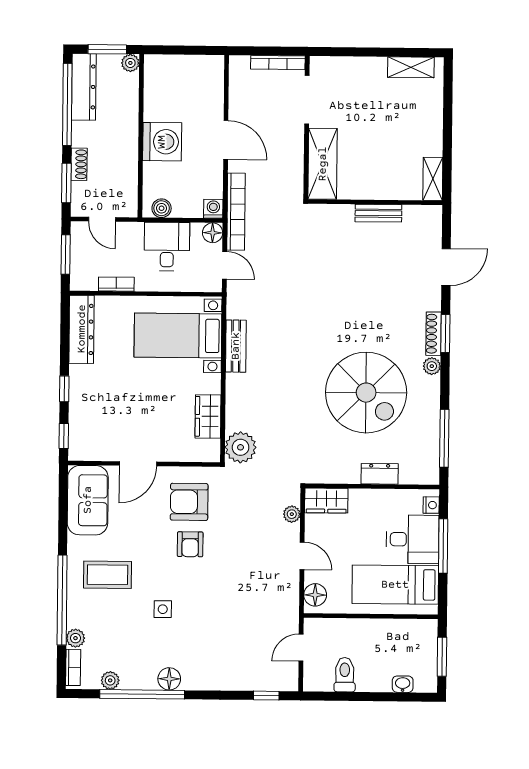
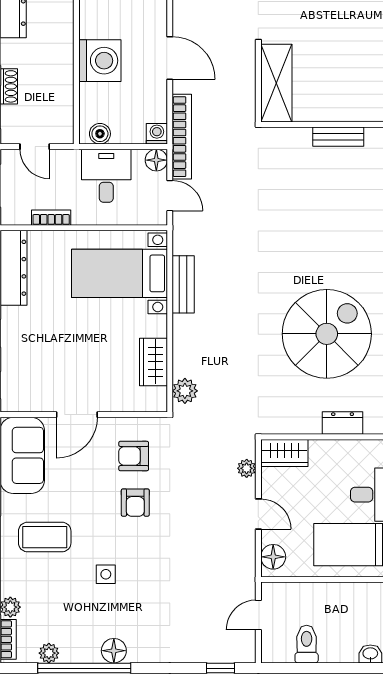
spiral stairs: (366, 393) -> (327, 334), turned -90
plant: (241, 447) -> (185, 391), width x0.73, depth x0.73
armchair: (189, 502) -> (134, 456), width x0.72, depth x0.72

